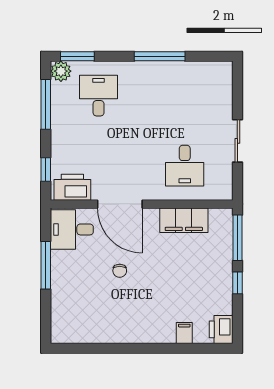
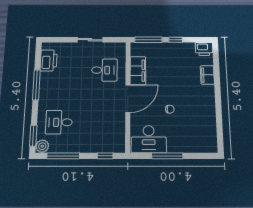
printer: (72, 187) -> (49, 60), moved, turned 180
door: (120, 204) -> (128, 99), moved
desk: (72, 229) -> (149, 139), width x1.37
filing cabinet: (184, 333) -> (207, 75), width x2.00

